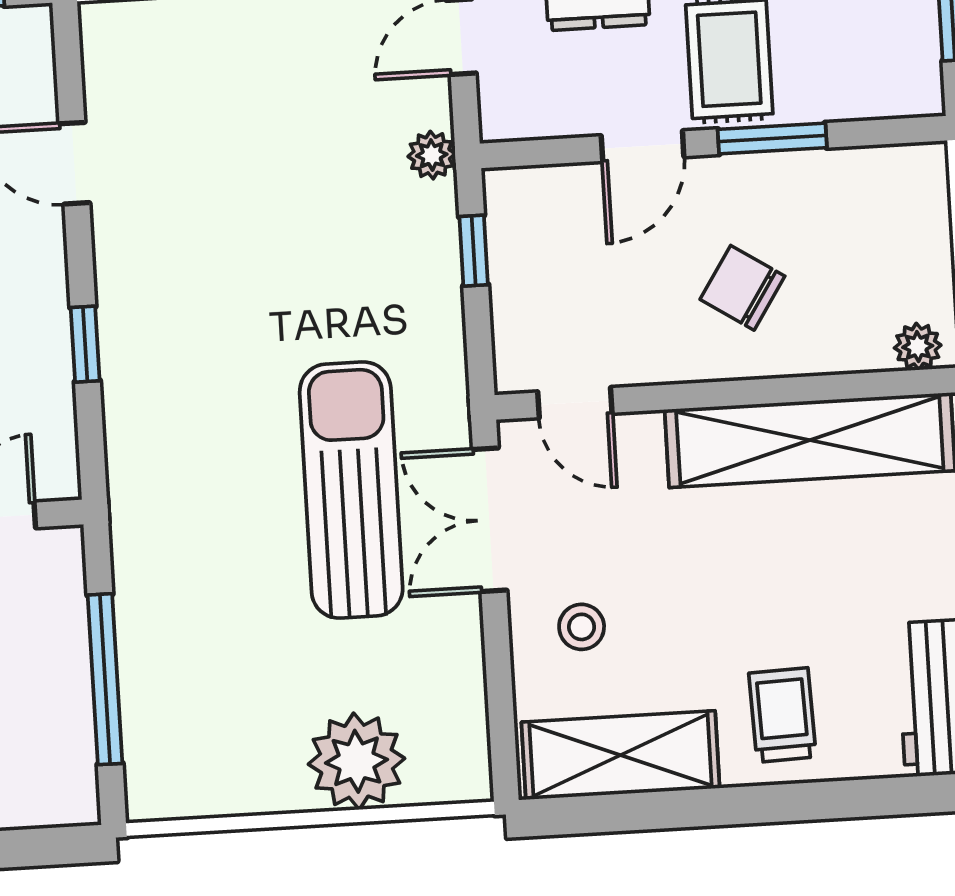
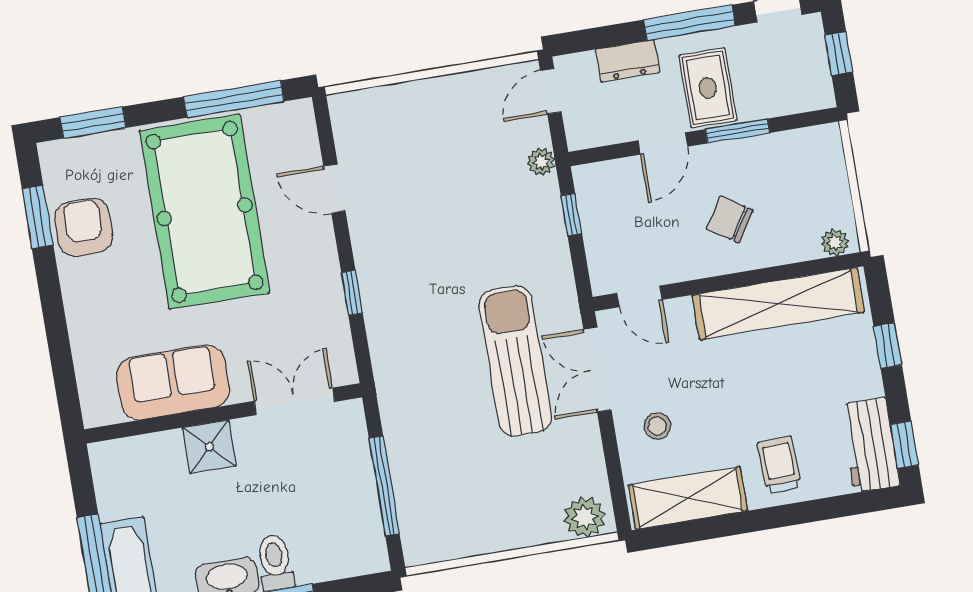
plant: (356, 761) -> (585, 517), moved, width x0.73, depth x0.73

